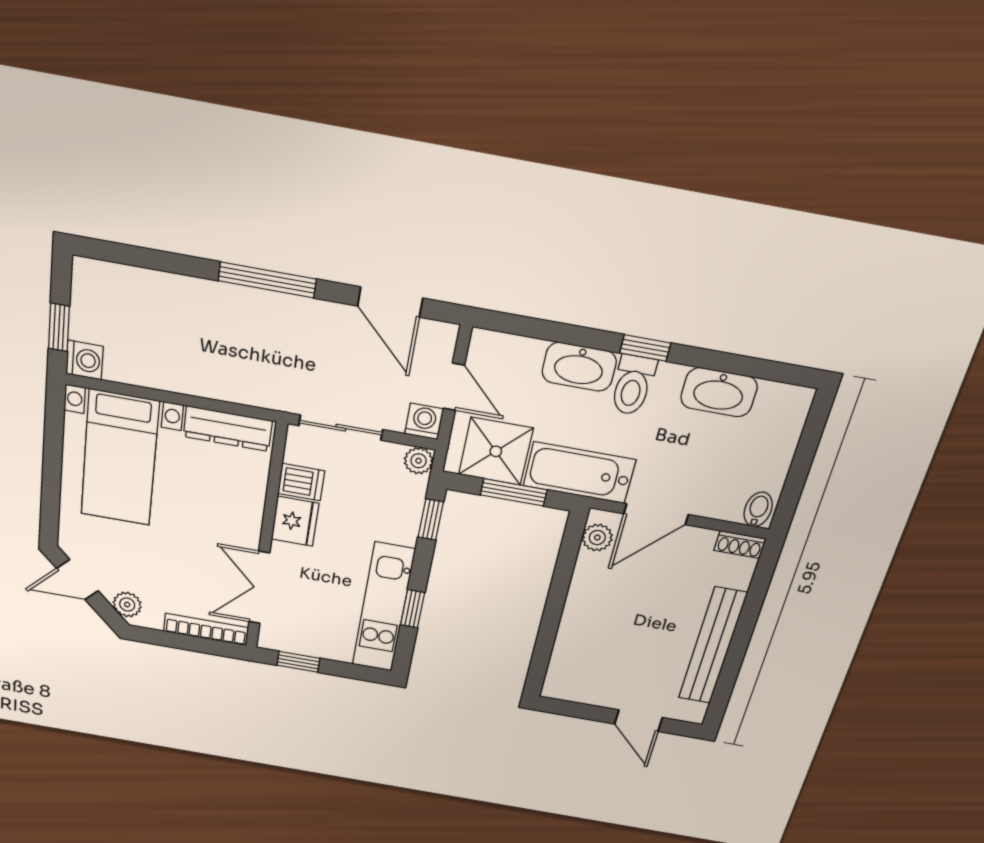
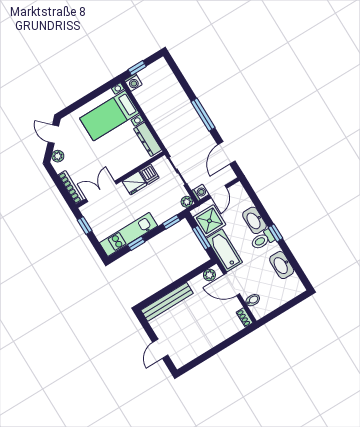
bidet: (758, 509) -> (253, 300), moved
bench: (712, 646) -> (167, 302), moved

